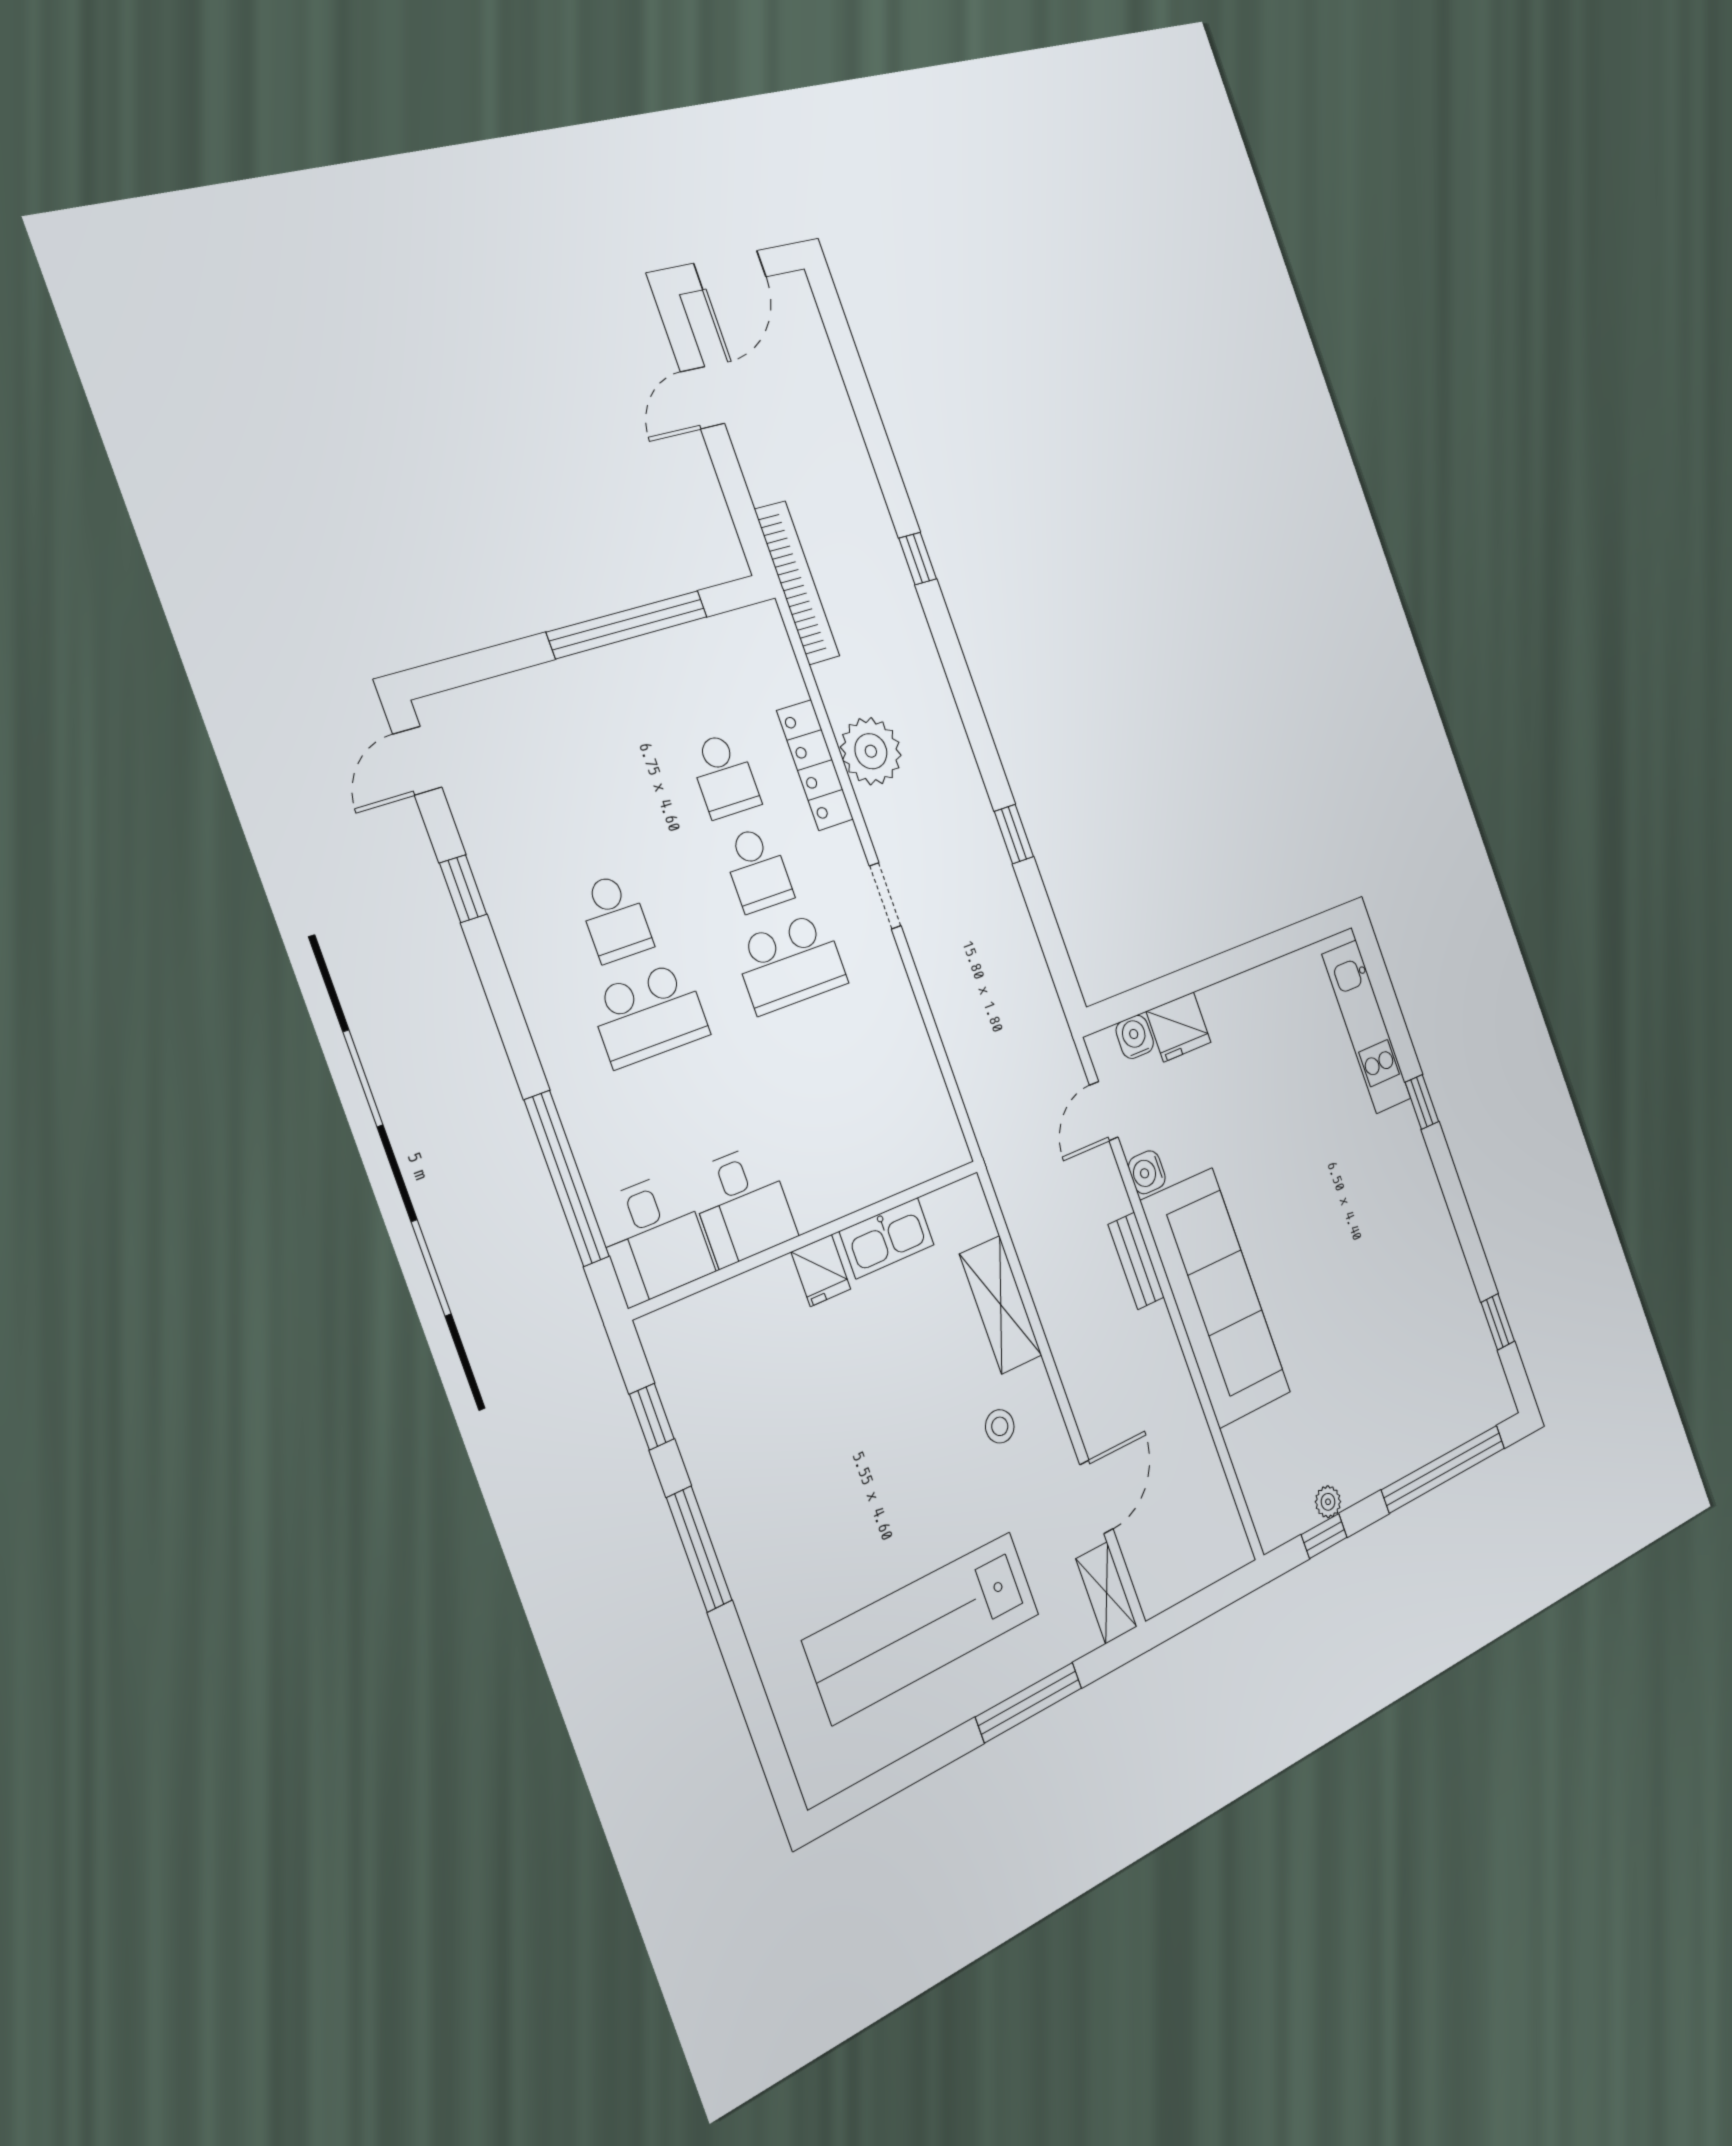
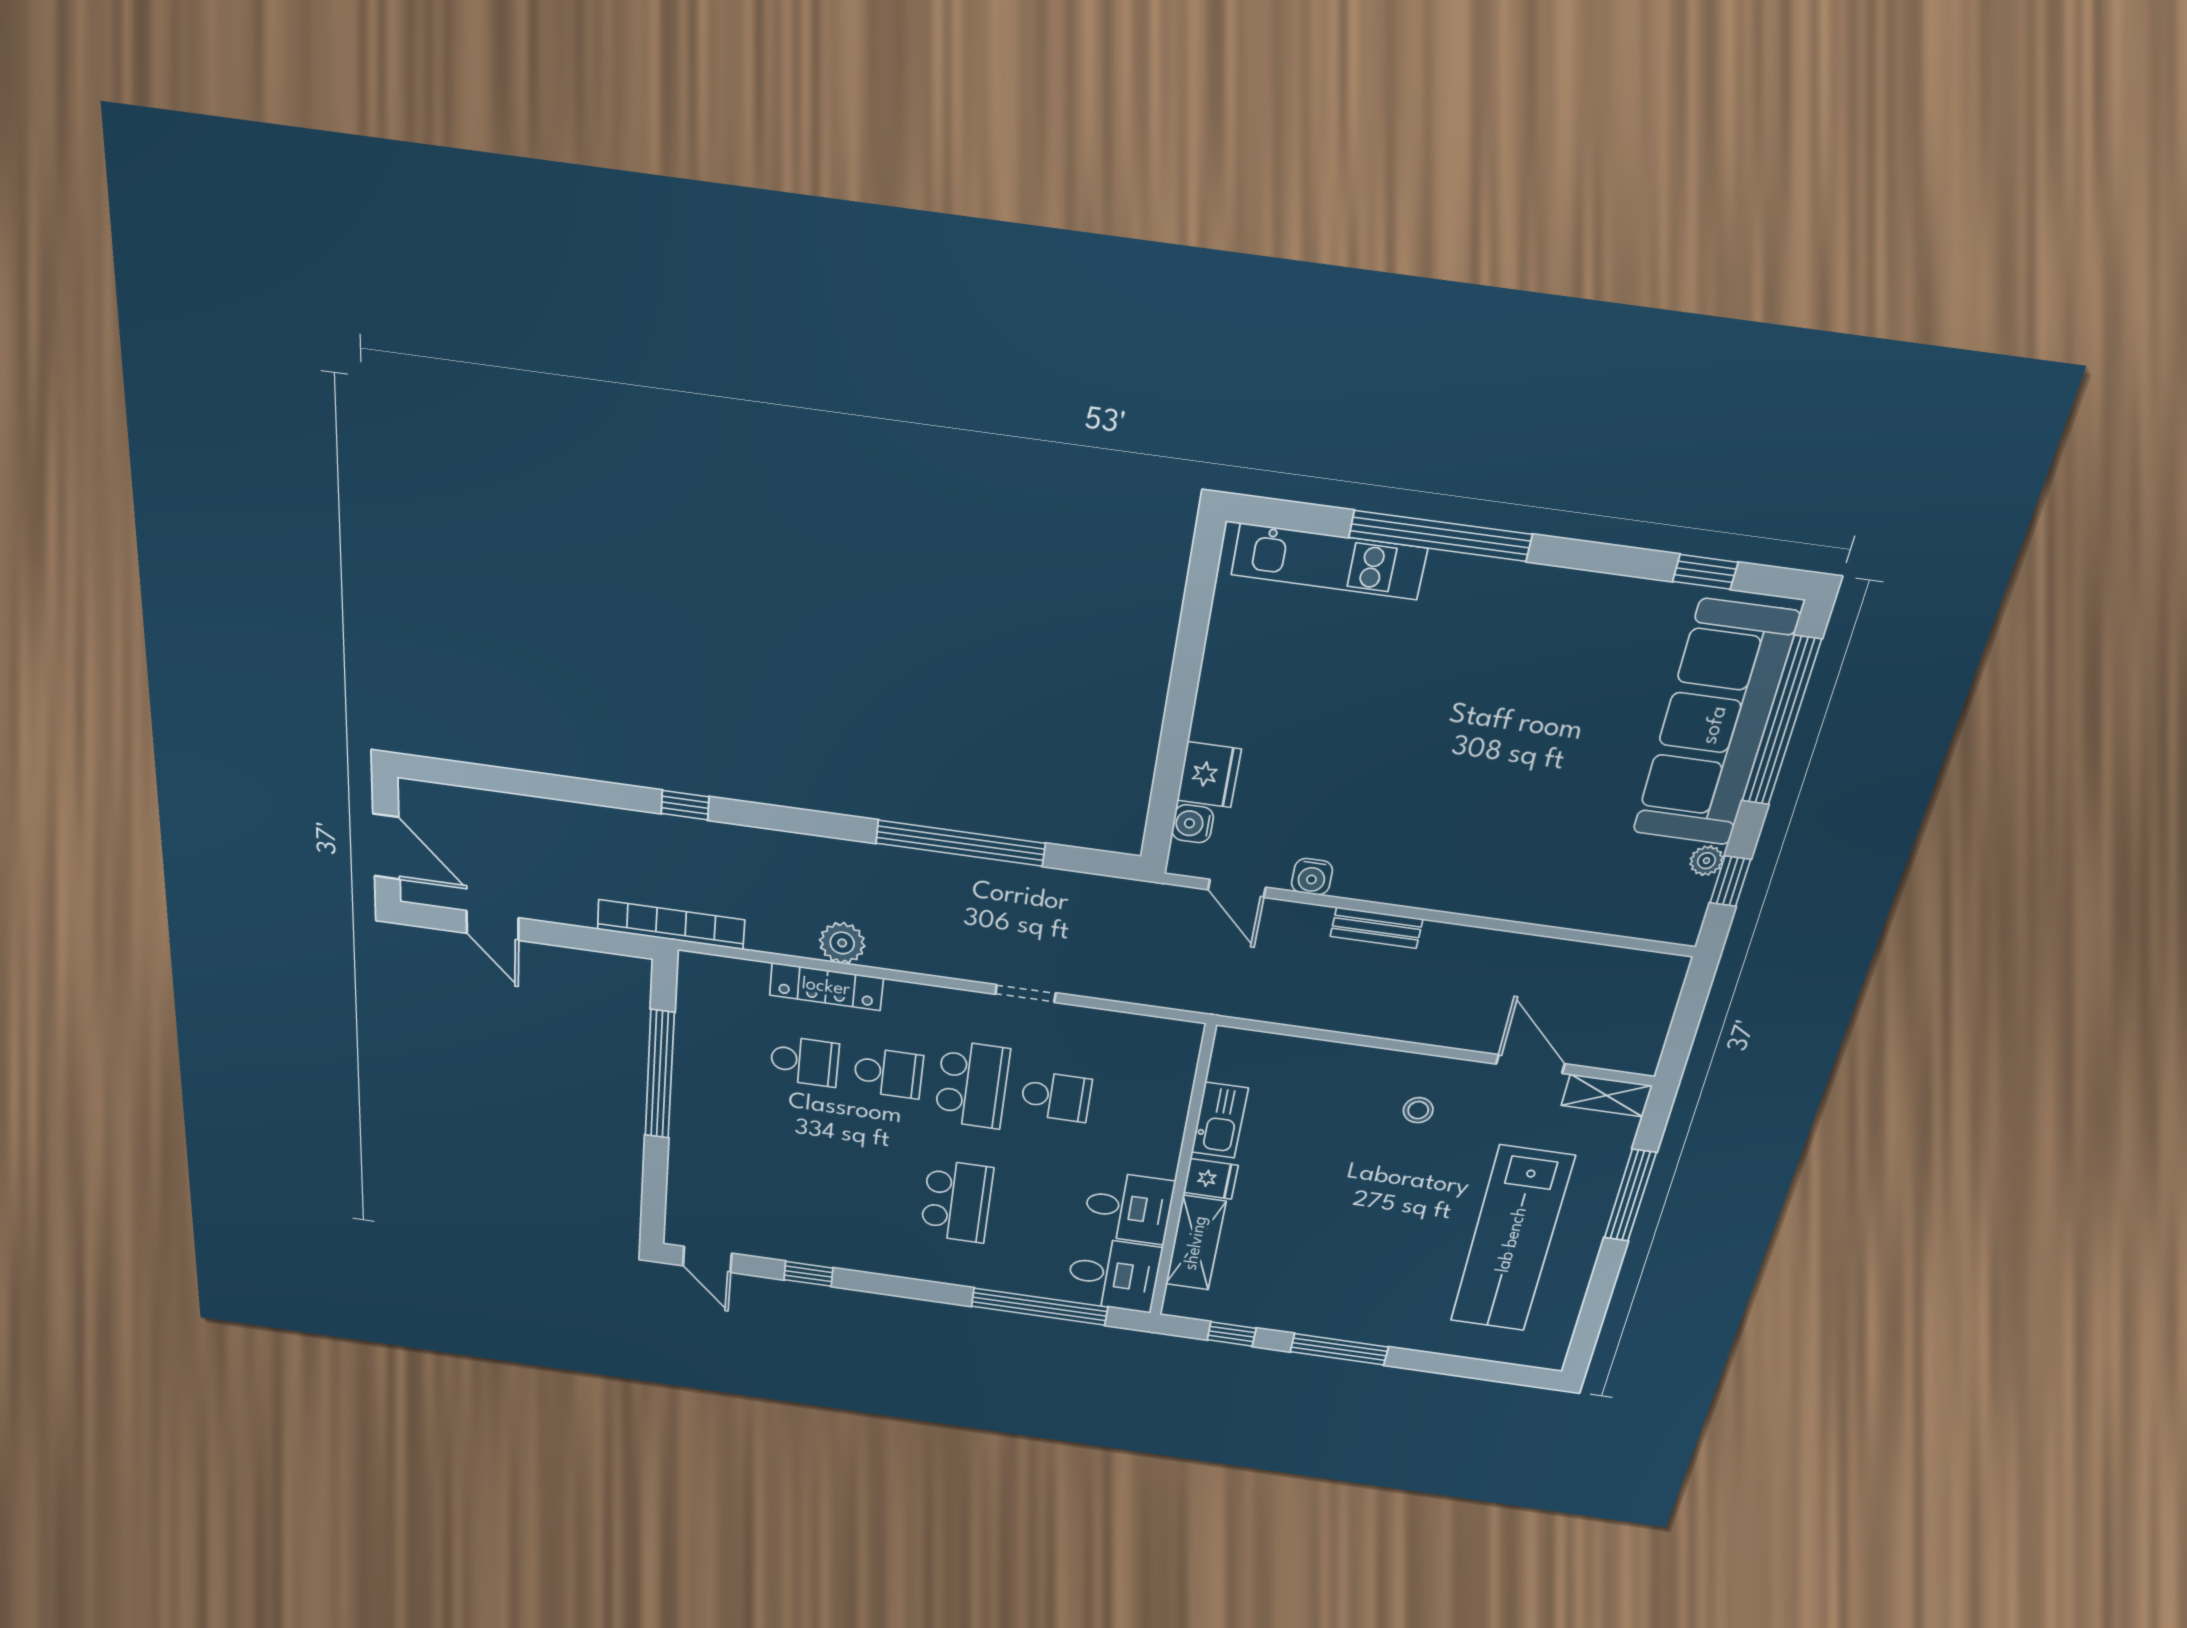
plant: (871, 751) -> (842, 943), width x0.73, depth x0.73
window: (1014, 834) -> (960, 843), width x3.17
doorway: (885, 896) -> (1025, 993), moved
school desk: (615, 918) -> (1056, 1097), moved
window: (1422, 1102) -> (1440, 536), width x3.17
sofa: (1216, 1297) -> (1715, 725), moved, turned -90
shelving: (1001, 1305) -> (1196, 1243), moved, turned 90

